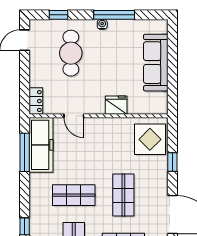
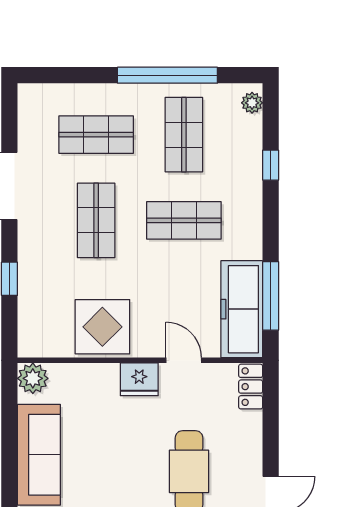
fridge: (116, 105) -> (139, 379), moved
plant: (159, 106) -> (33, 378), added
display table: (150, 139) -> (102, 327), moved

